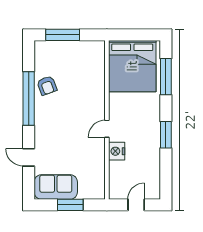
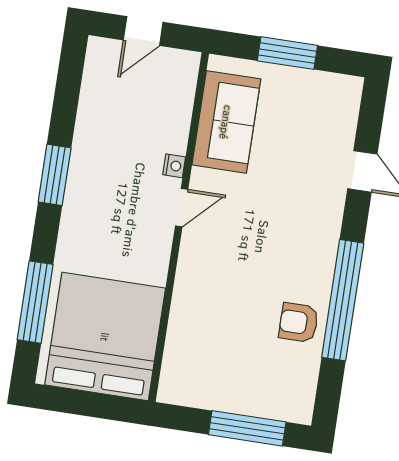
armchair: (47, 86) -> (299, 323), turned -70
nightstand: (117, 151) -> (174, 166), width x0.53, depth x0.56
sofa: (56, 187) -> (226, 122), moved, turned -90

